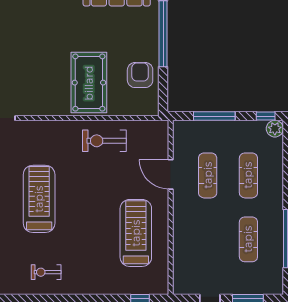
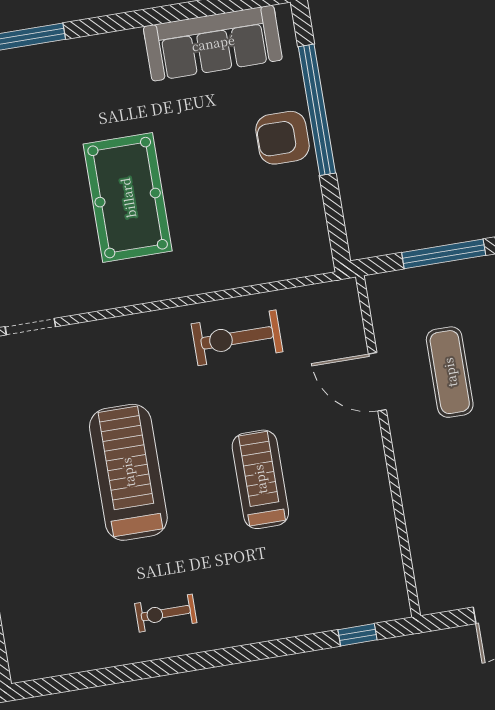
armchair: (140, 75) -> (282, 138), moved, turned -90
pool table: (89, 83) -> (128, 198), moved
treadmill: (136, 233) -> (260, 479), moved, width x0.73, depth x0.73

